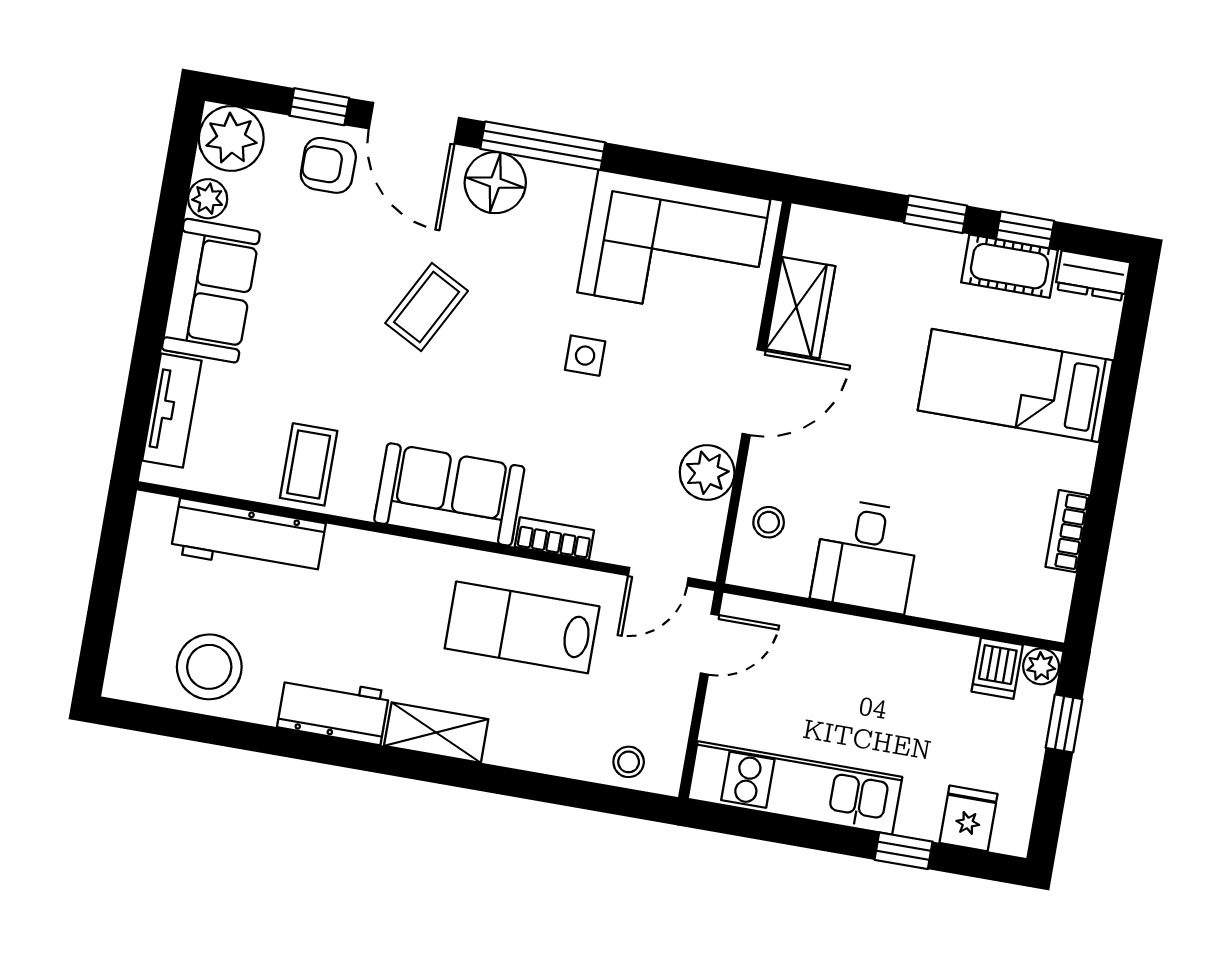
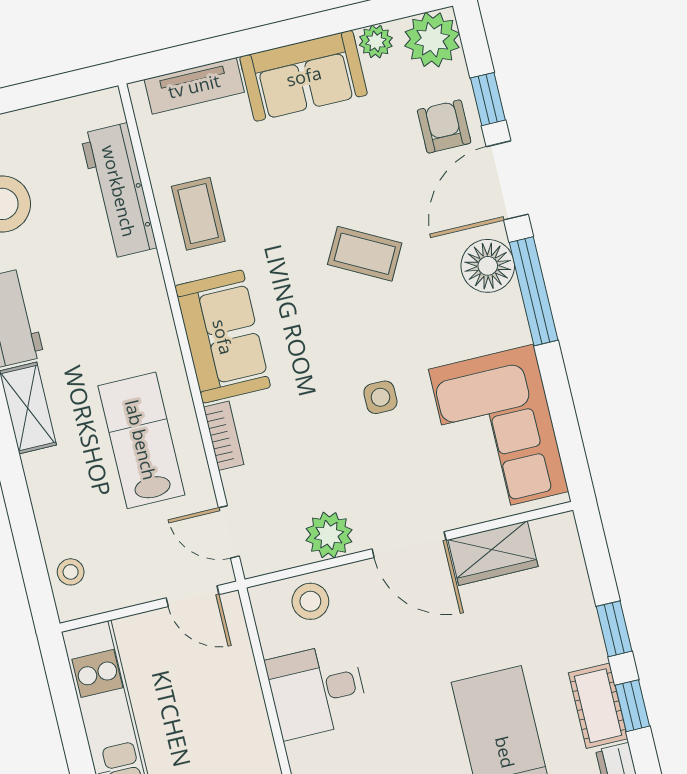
coffee table: (309, 464) -> (198, 214), turned 90
stool: (769, 522) -> (310, 601), width x1.37, depth x1.37

